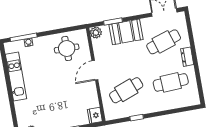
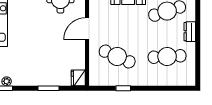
cafe table: (126, 90) -> (117, 57), turned 45

